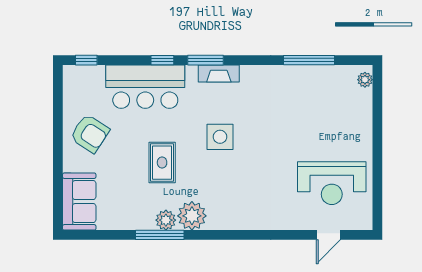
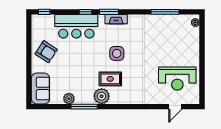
rug: (162, 163) -> (110, 79), moved, turned 90
plant: (166, 220) -> (69, 99), moved

